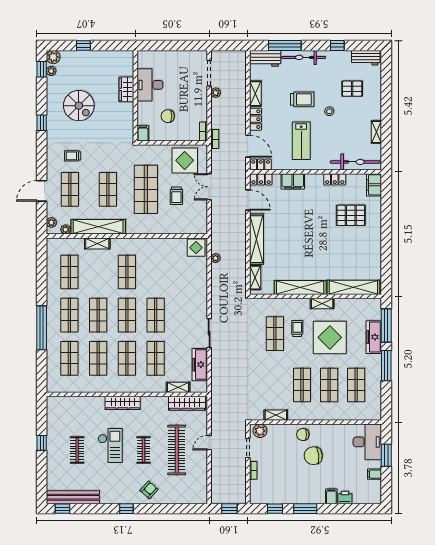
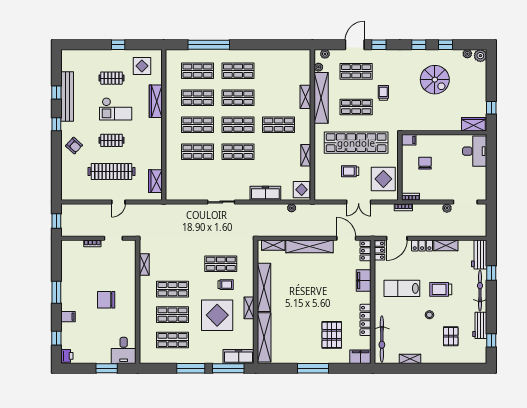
window: (83, 45) -> (491, 108), moved
window: (285, 45) -> (491, 273), width x0.46
window: (337, 45) -> (491, 340), moved
workbench: (366, 58) -> (480, 325), moved
window: (42, 69) -> (445, 45), moved
desk: (150, 85) -> (475, 151), moved, turned 90
wardrobe: (126, 89) -> (473, 124), moved
trolley: (302, 99) -> (441, 289), turned 90
spiral stairs: (79, 106) -> (435, 80), turned -90
trolley: (73, 156) -> (383, 93), moved
window: (42, 165) -> (379, 45), added
locker: (335, 179) -> (365, 320), width x1.53
double door: (209, 187) -> (359, 202), swing flipped
shop shelf: (146, 189) -> (356, 143), width x1.40
door: (42, 191) -> (355, 45), hinge flipped
door: (248, 200) -> (346, 238), swing flipped
window: (386, 235) -> (313, 368), added
shop shelf: (69, 272) -> (279, 71), removed
window: (42, 328) -> (209, 45), moved
freezer: (374, 337) -> (239, 357), moved
freezer: (200, 365) -> (265, 193), moved
shelving: (178, 387) -> (306, 155), moved
wardrobe: (123, 403) -> (156, 101), moved
wardrobe: (187, 403) -> (155, 181), width x0.67
display table: (64, 418) -> (142, 66), added
plant: (260, 431) -> (129, 250), removed
chair: (303, 434) -> (126, 290), removed
desk: (367, 442) -> (124, 350), width x0.73
door: (209, 443) -> (118, 202), swing flipped
chair: (313, 456) -> (106, 300), turned -84
filing cabinet: (375, 474) -> (89, 357), removed
bench: (73, 497) -> (67, 96), moved
printer: (345, 497) -> (67, 356), moved
window: (63, 509) -> (56, 92), moved
window: (275, 509) -> (56, 338), moved

